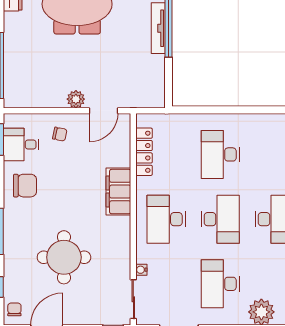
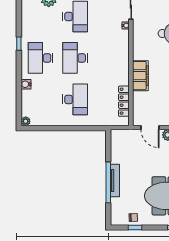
door: (104, 111) -> (150, 128), swing flipped
desk: (166, 219) -> (110, 58), removed

